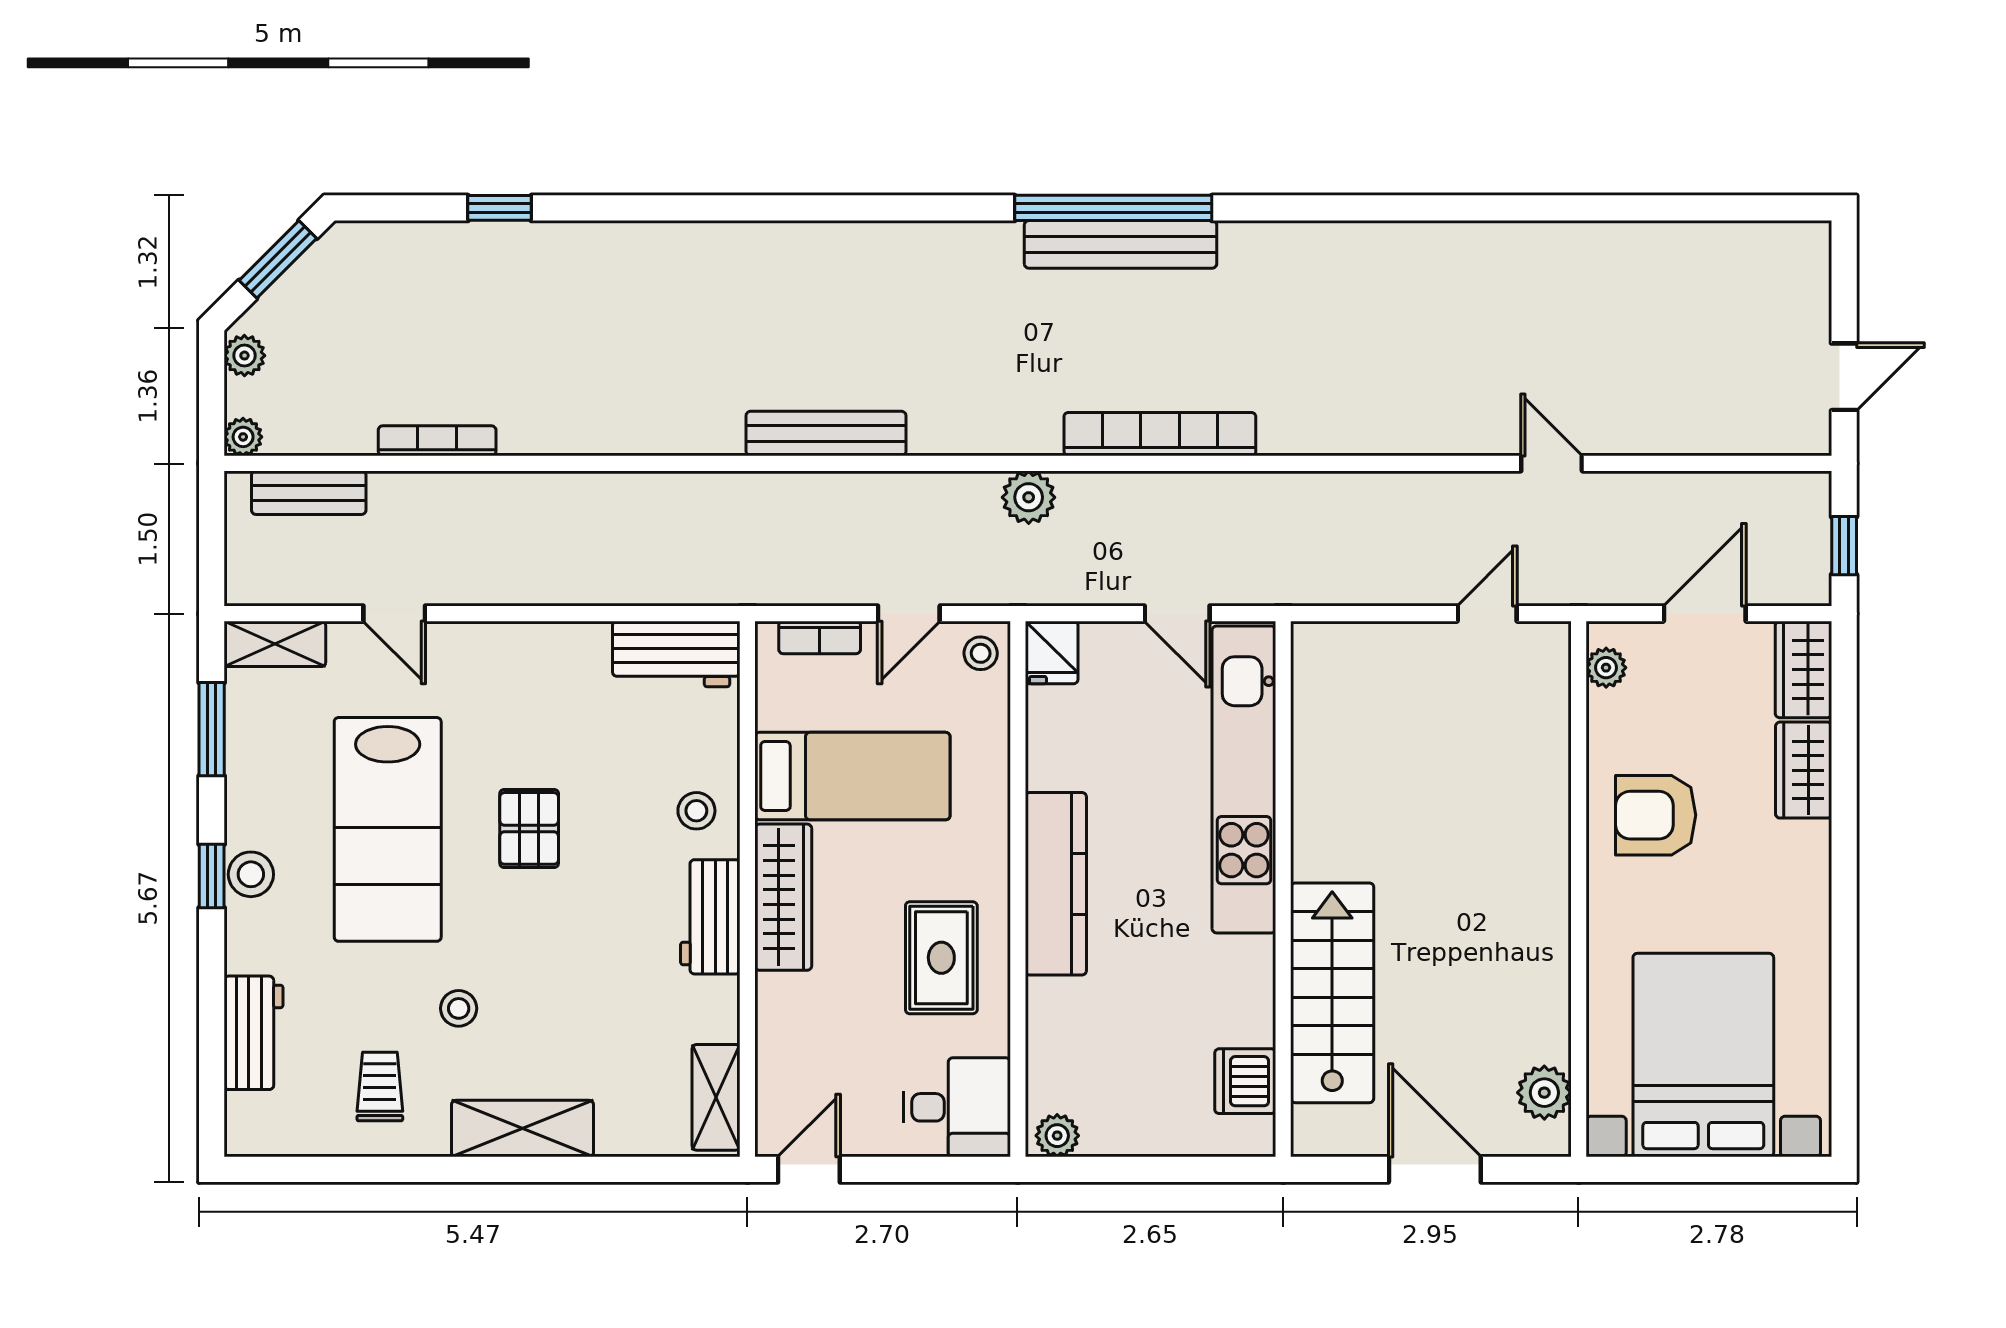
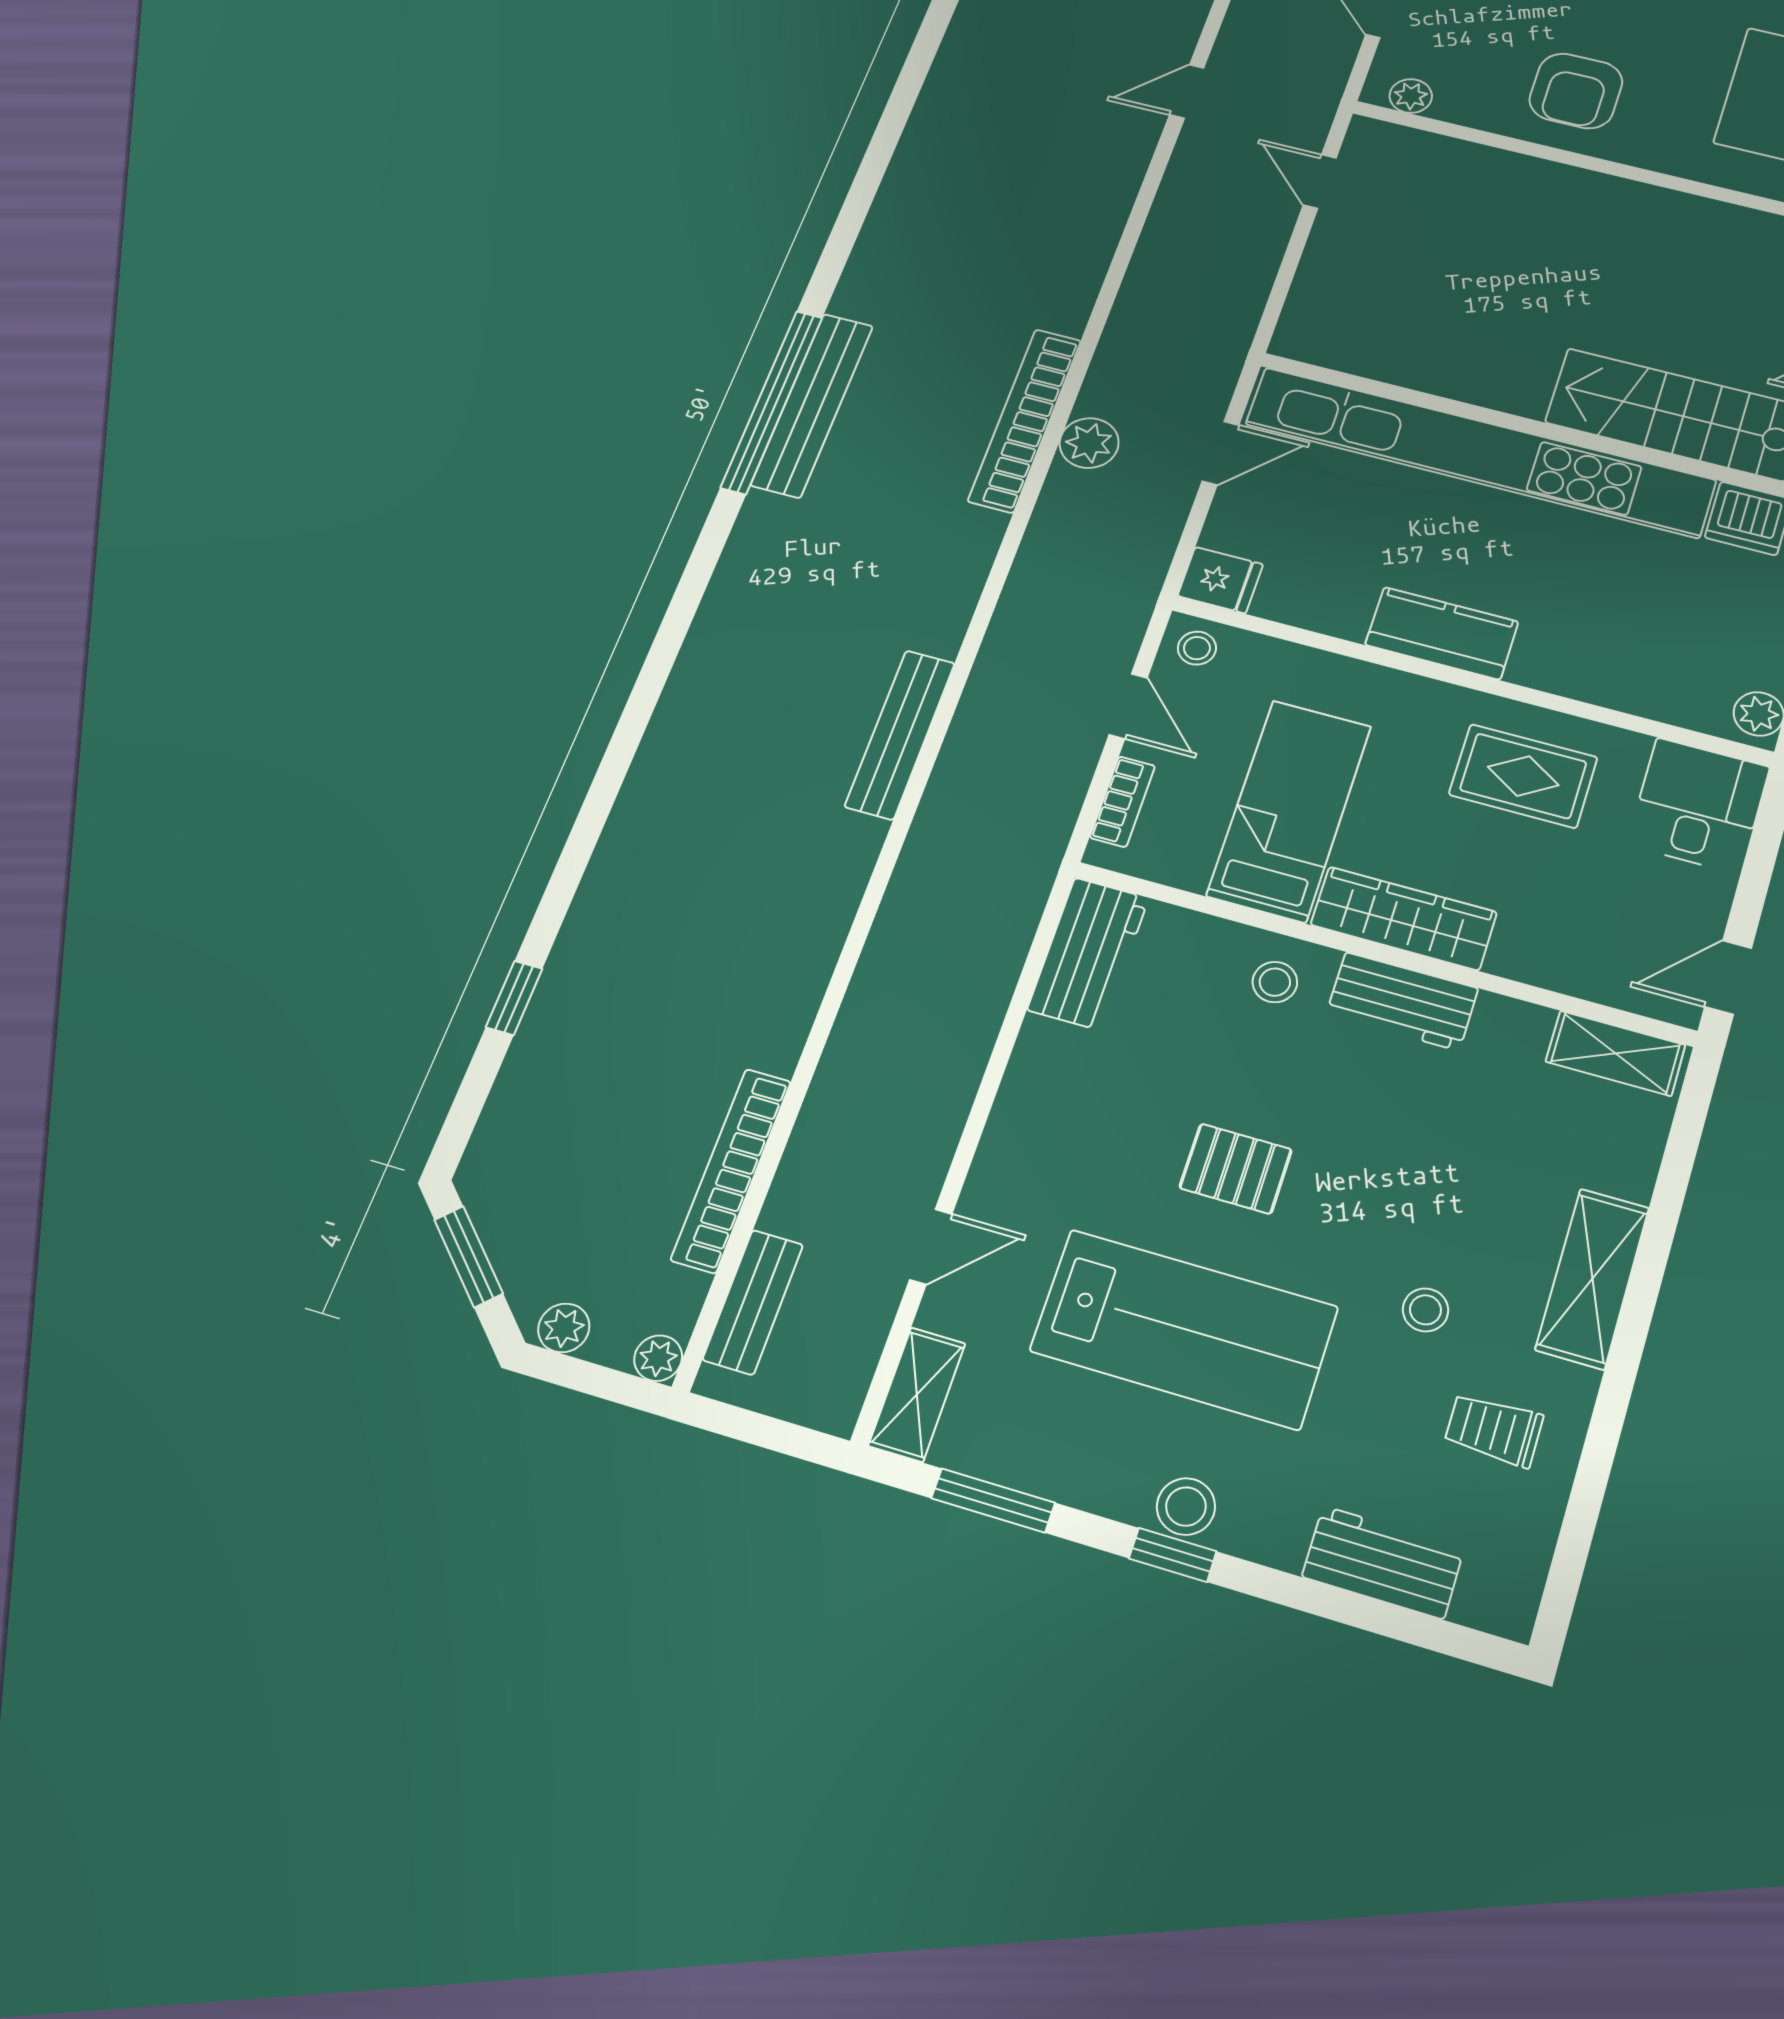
bookcase: (437, 441) -> (731, 1170), width x1.48, depth x1.31
plant: (1029, 497) -> (1089, 443), moved
kitchen unit: (1244, 779) -> (1480, 452), width x1.36
kitchen counter: (1056, 884) -> (1442, 633), width x0.67
door: (809, 1169) -> (1728, 977), hinge flipped

